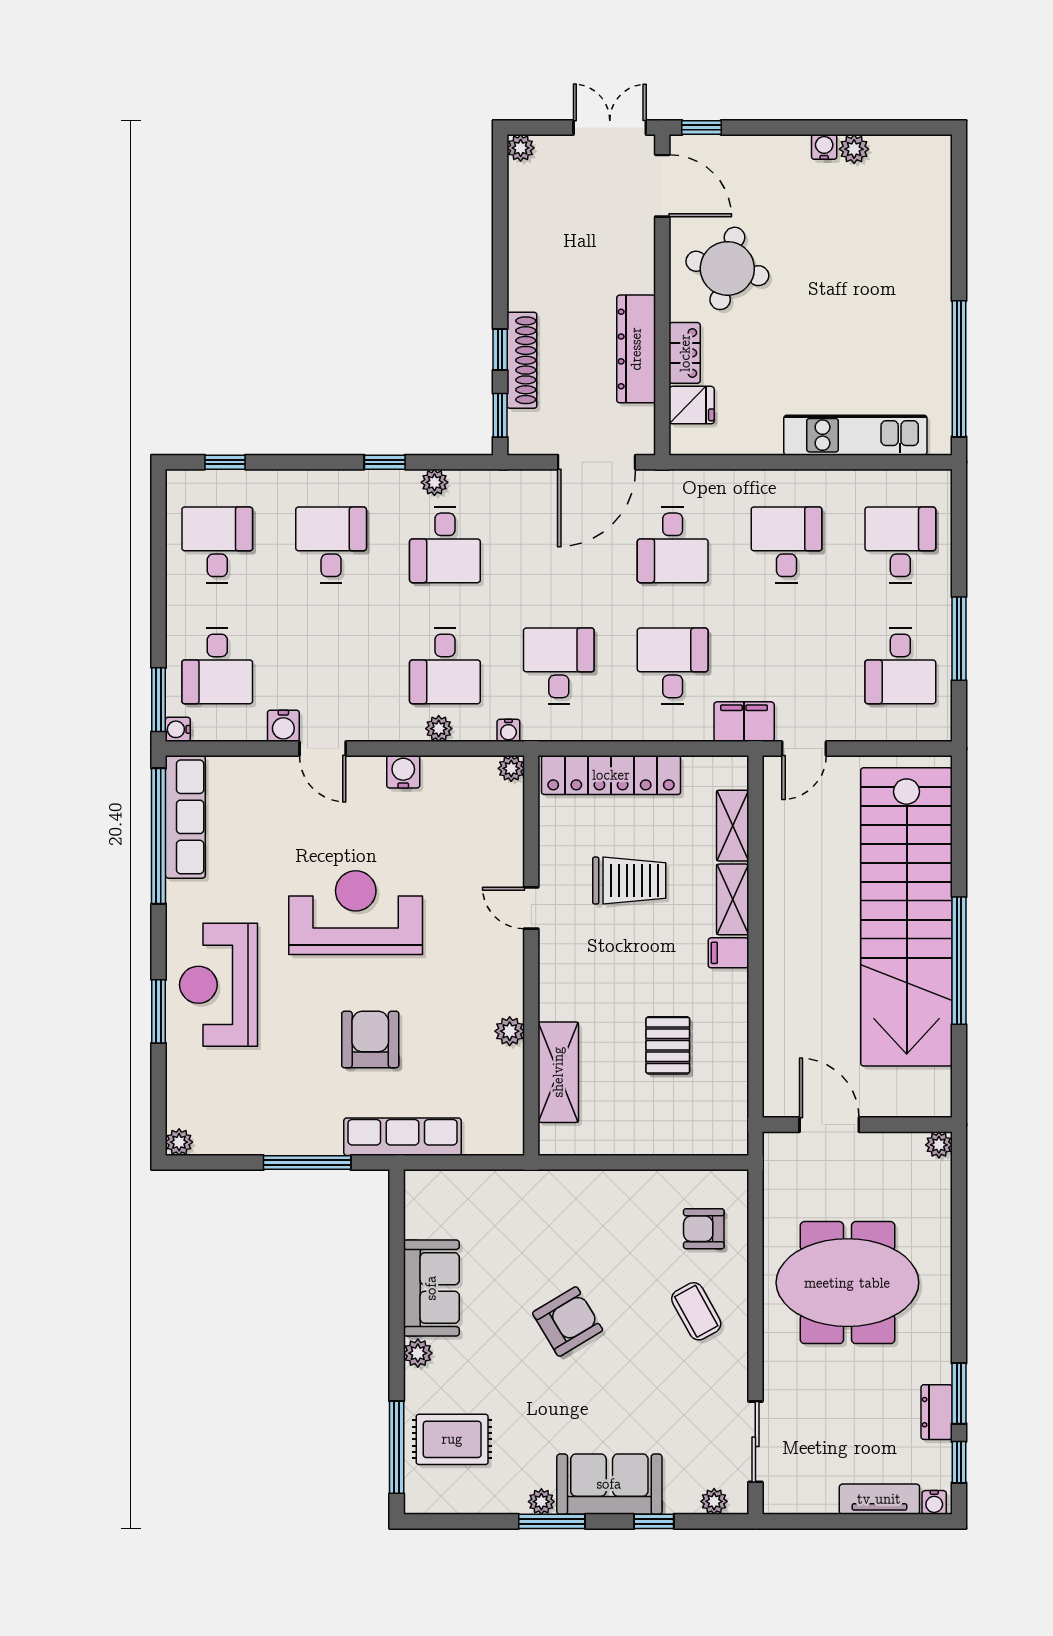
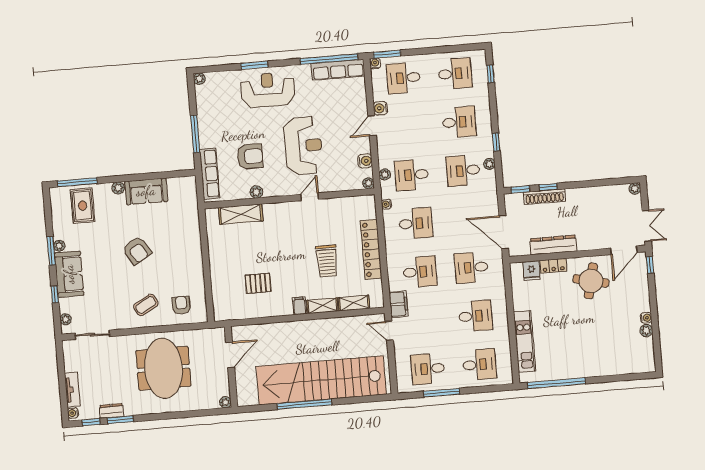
plant: (511, 768) -> (368, 183), moved
door: (531, 908) -> (310, 197), moved
wall: (531, 956) -> (289, 198), moved
plant: (510, 1031) -> (256, 192), moved
shelving: (558, 1072) -> (241, 214), moved

